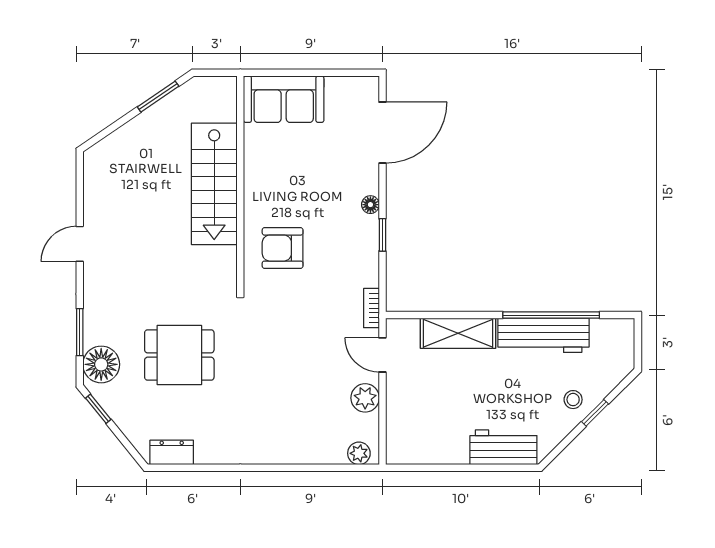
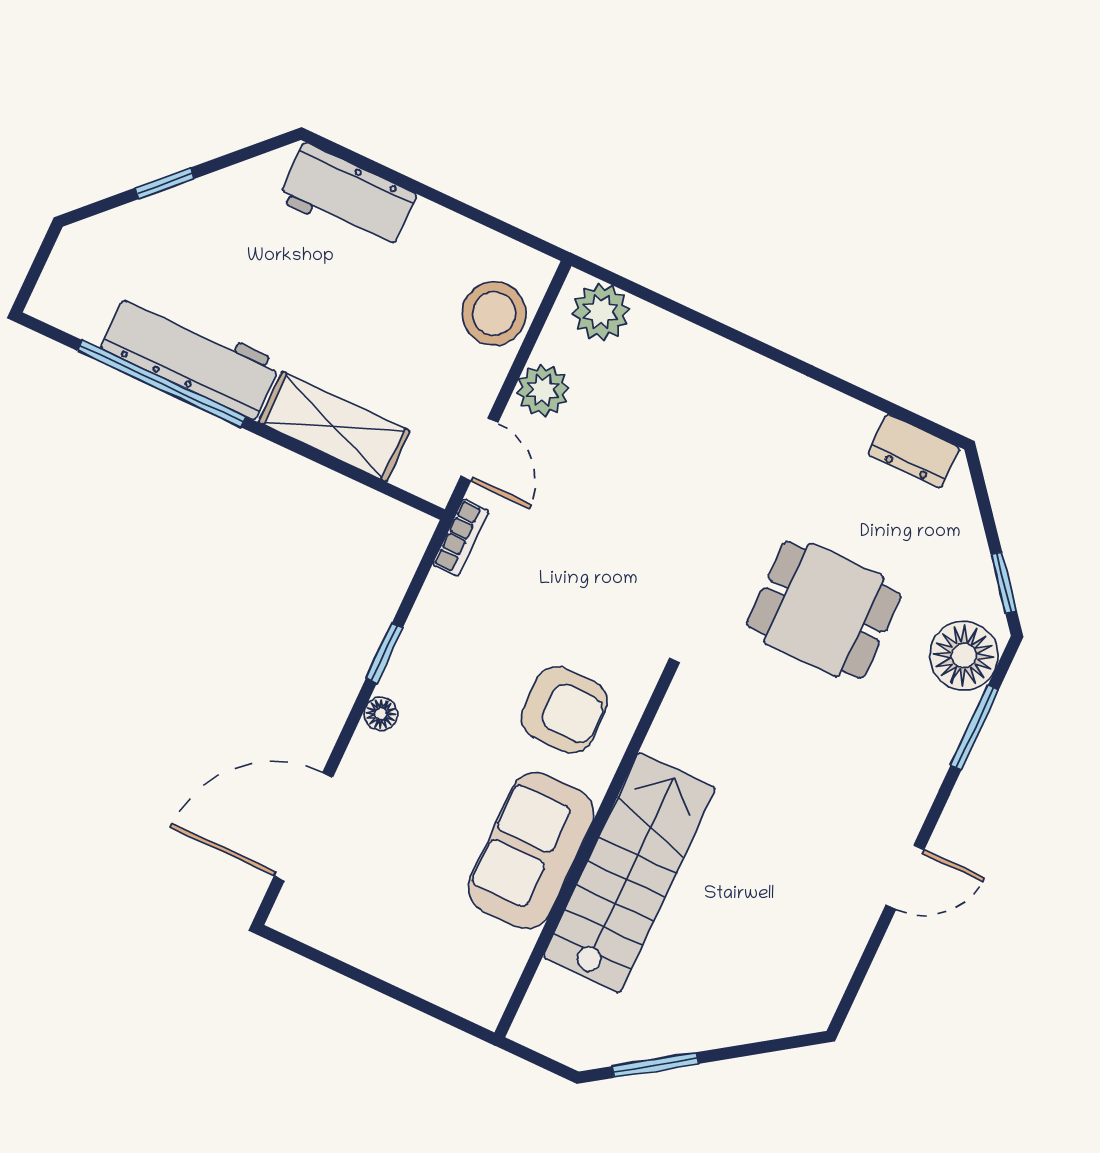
sofa: (284, 99) -> (531, 851), moved, turned -90
stool: (573, 400) -> (494, 314), moved, width x1.89, depth x1.89
plant: (359, 453) -> (601, 312), width x1.38, depth x1.38

